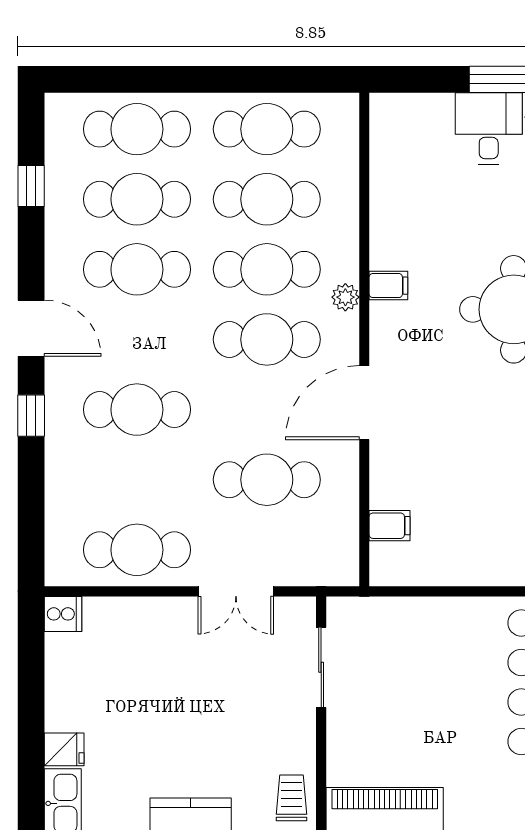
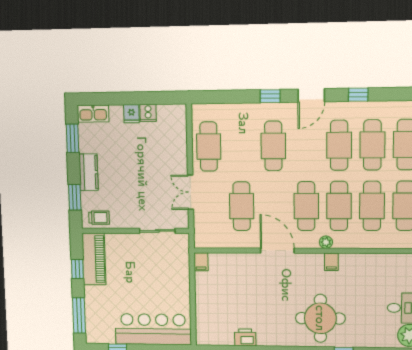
window: (31, 186) -> (358, 95), moved
filing cabinet: (390, 526) -> (201, 262), moved
cooker: (63, 614) -> (148, 113), moved
fridge: (64, 749) -> (131, 114), moved

